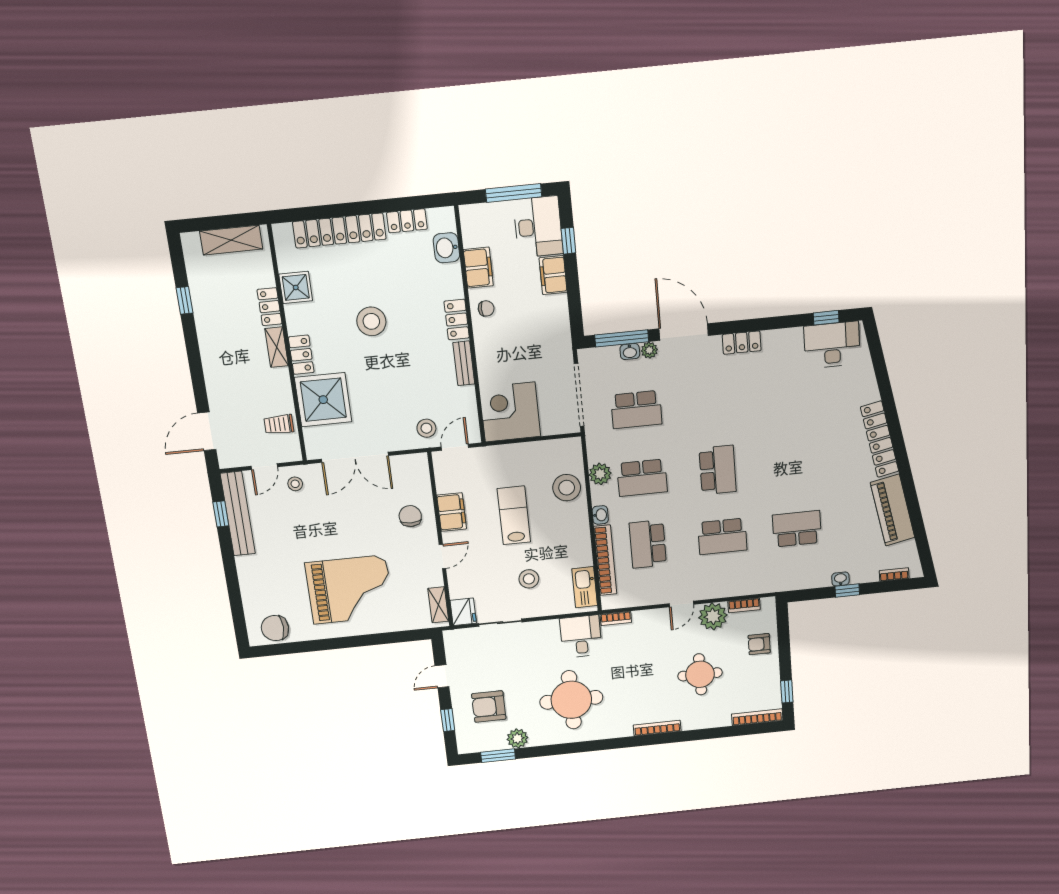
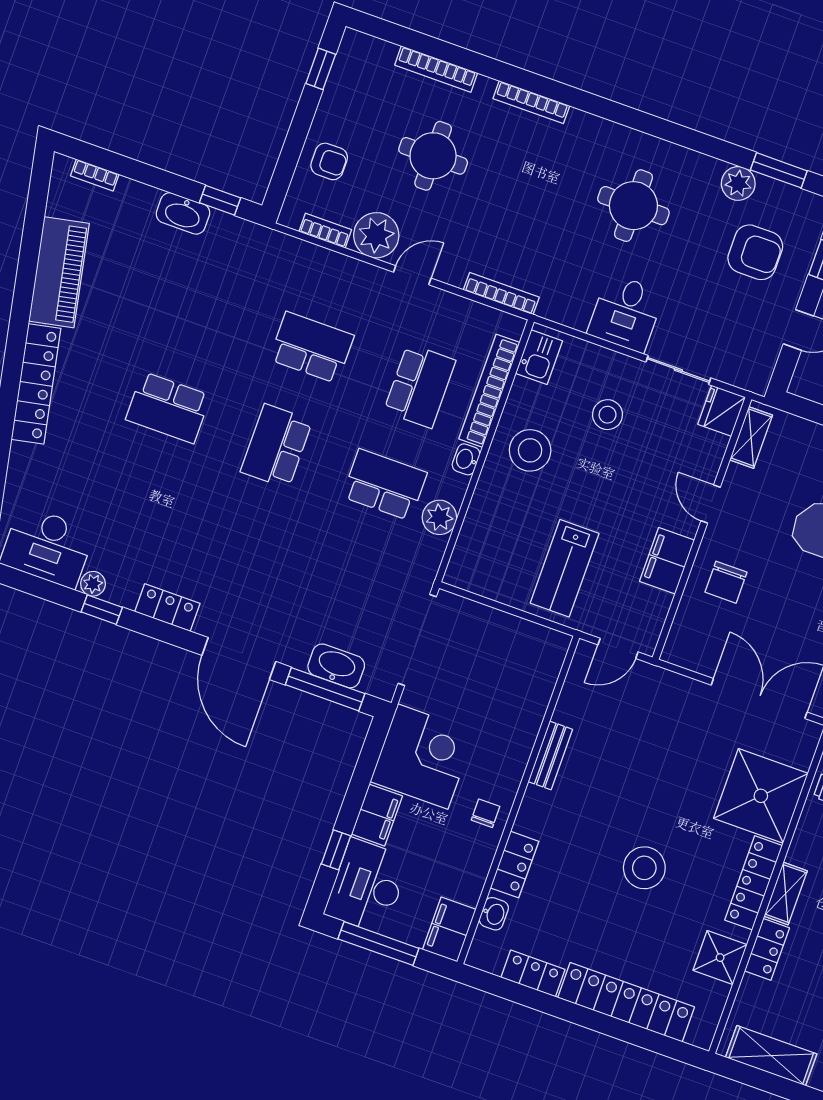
washbasin: (446, 248) -> (494, 914), width x0.72, depth x0.69
filing cabinet: (478, 268) -> (449, 929), moved
chair: (486, 308) -> (486, 813), turned 90
window: (826, 318) -> (102, 610), moved
locker: (457, 320) -> (515, 865), moved
plant: (649, 350) -> (93, 584), moved
washbasin: (630, 352) -> (336, 666), width x1.91, depth x1.45
locker: (301, 355) -> (754, 883), width x1.53
school desk: (636, 410) -> (349, 583), removed
corner desk: (510, 412) -> (423, 757), moved, turned -90
stool: (426, 428) -> (643, 692), removed
stool: (567, 488) -> (530, 450), moved
lab bench: (514, 515) -> (565, 568), moved
school desk: (797, 529) -> (168, 408), moved
door: (442, 557) -> (711, 504), hinge flipped
washbasin: (840, 579) -> (183, 213), width x1.91, depth x1.45
kitchen sink: (585, 587) -> (539, 357), width x0.73
window: (847, 591) -> (220, 200), moved
bookcase: (616, 618) -> (501, 294), width x1.56
desk: (581, 636) -> (626, 313), moved
round table: (571, 700) -> (633, 206), width x0.73, depth x0.73
bookcase: (757, 717) -> (436, 69), moved

